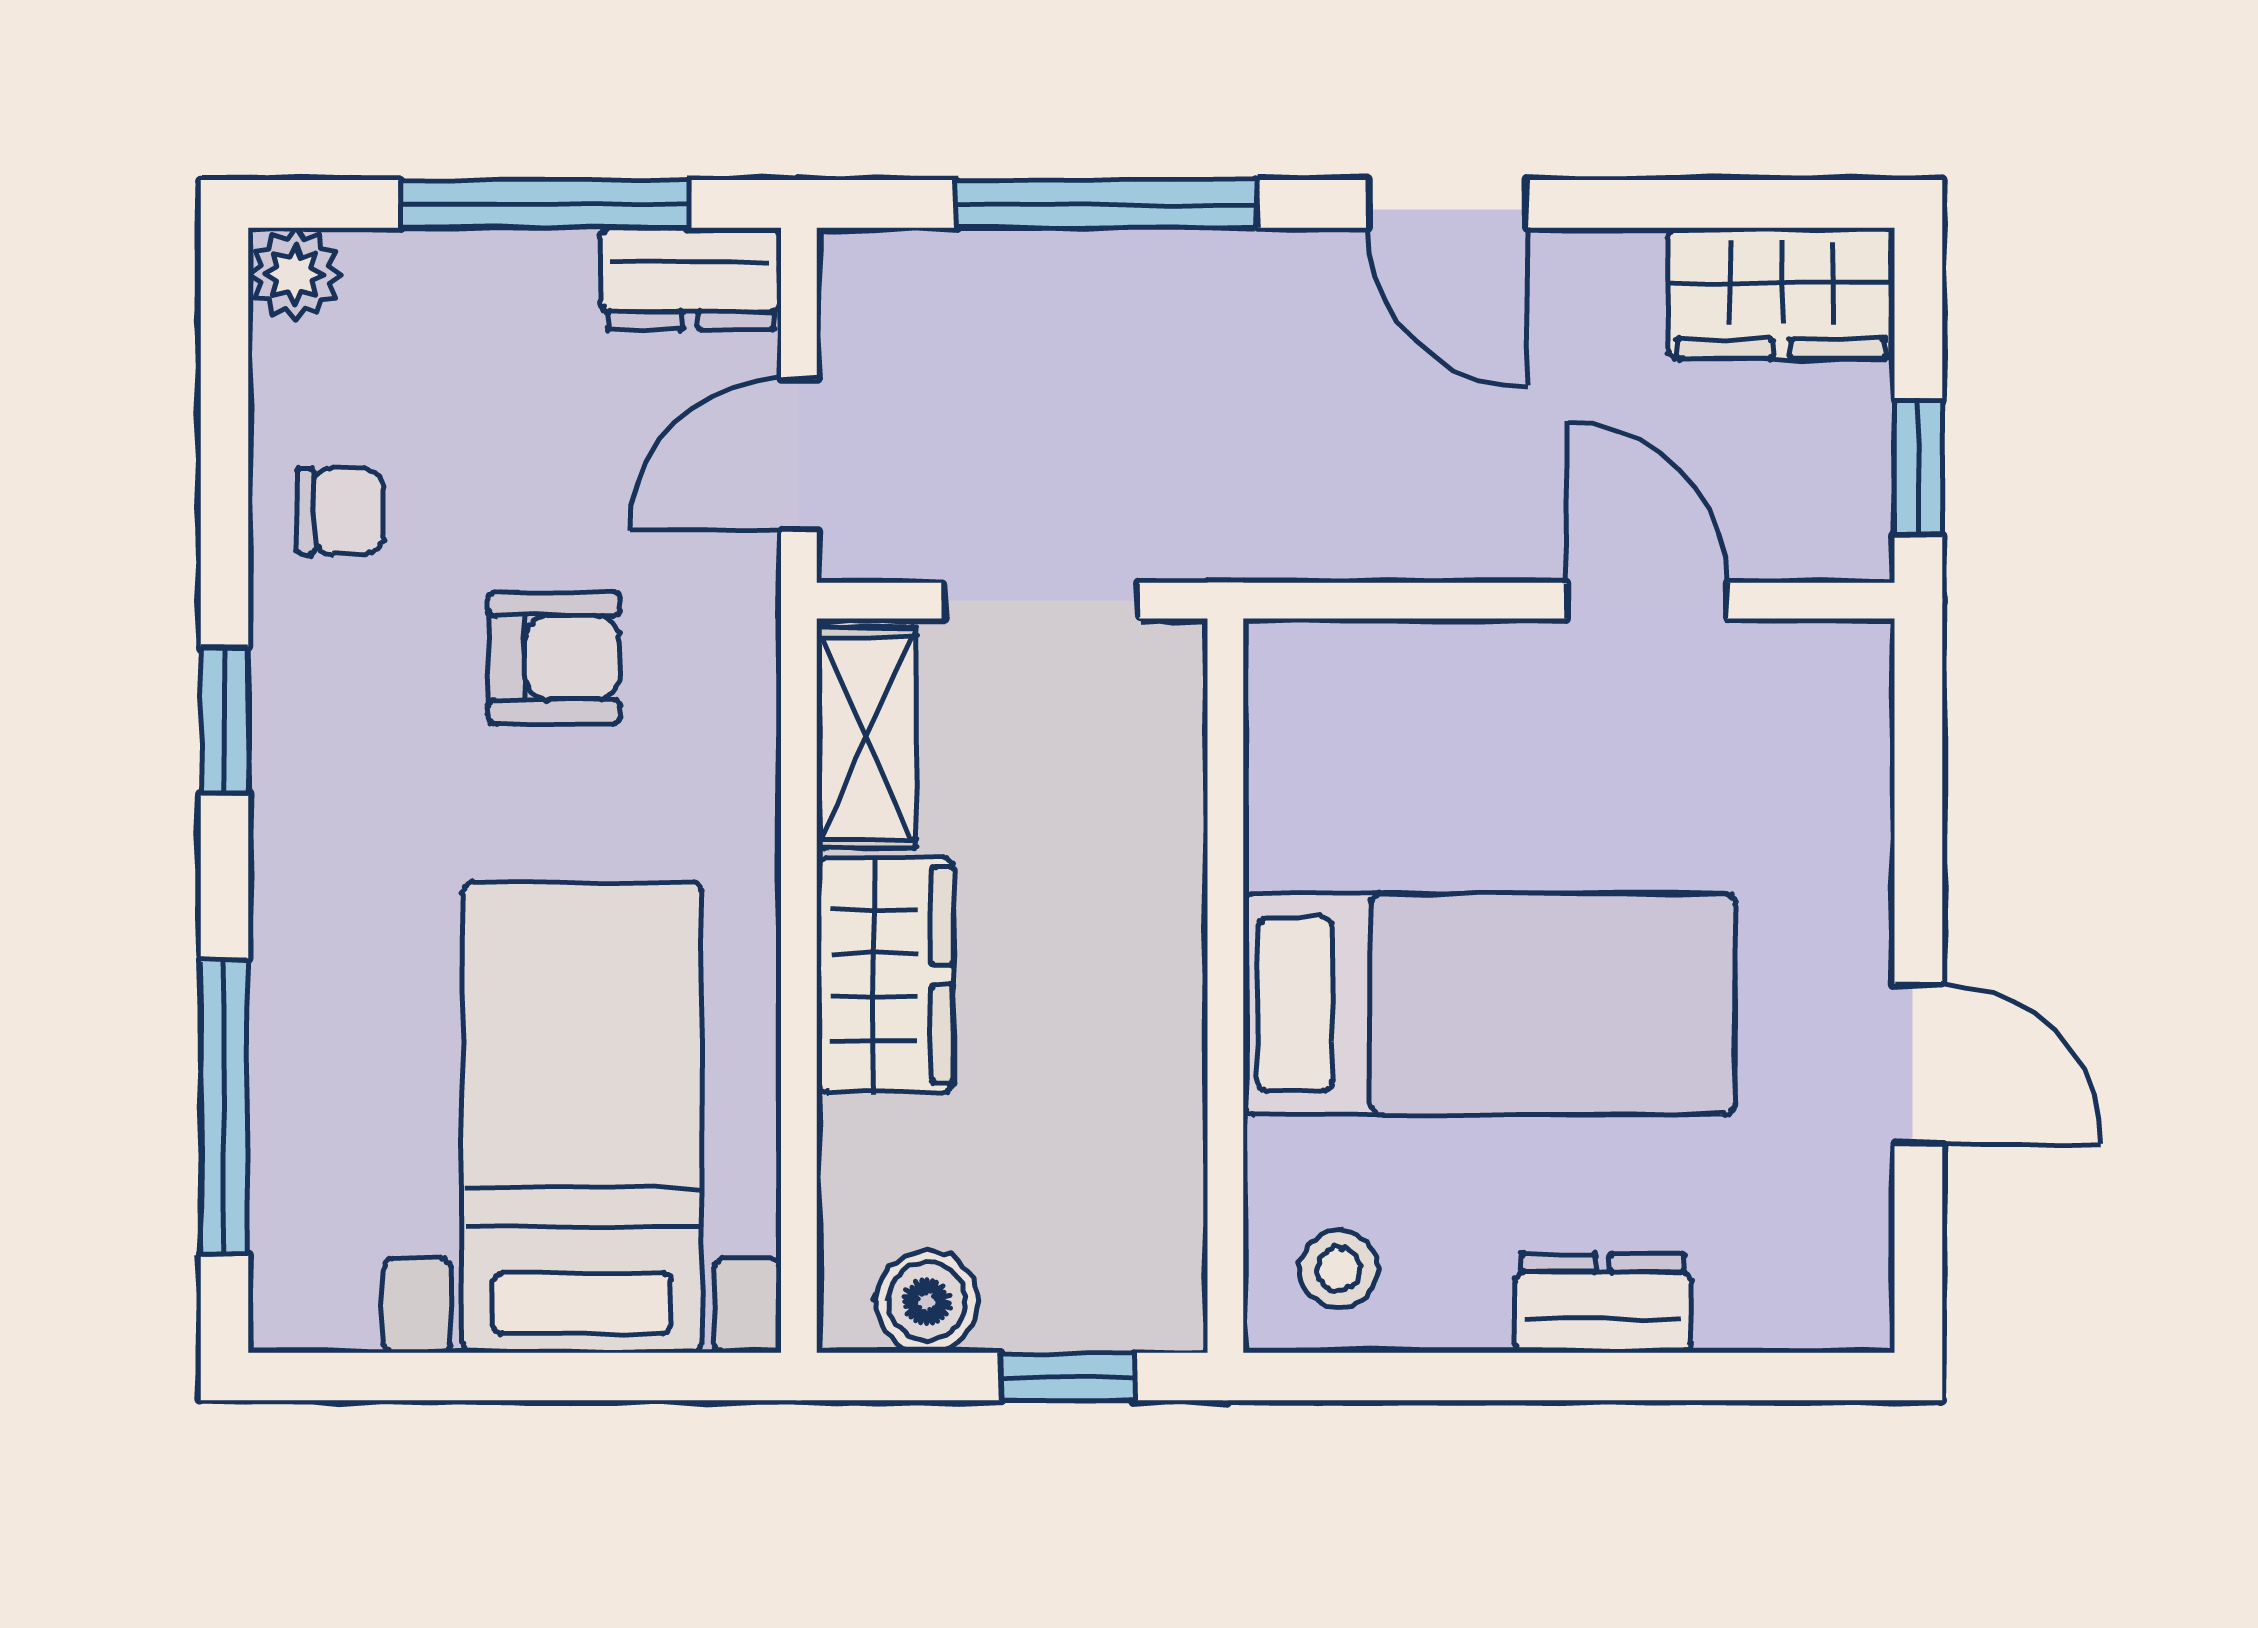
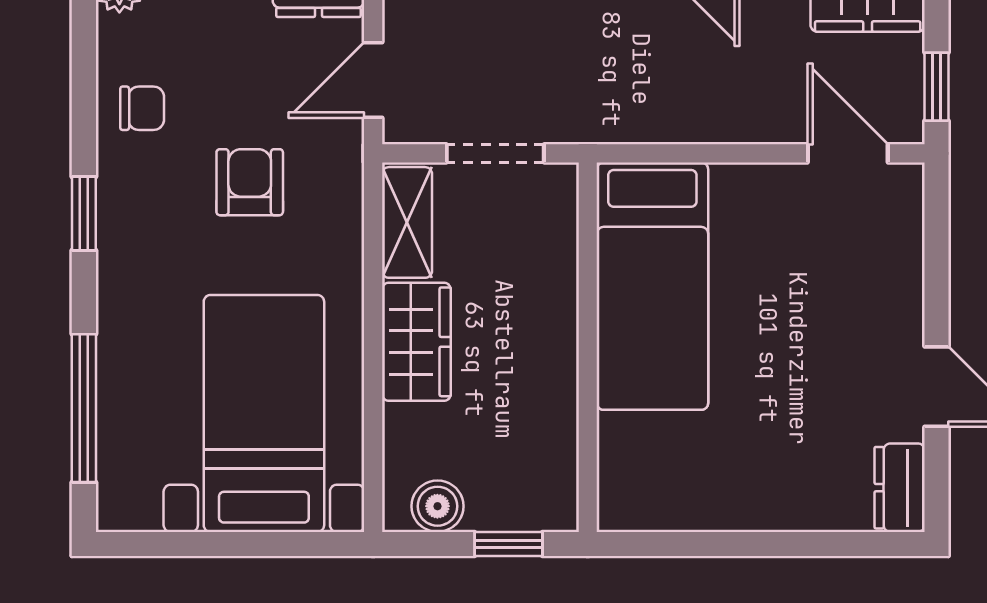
door: (1647, 601) -> (848, 153), moved
armchair: (554, 658) -> (250, 182), turned -90
bed: (1489, 1004) -> (652, 286), moved, turned 90
stool: (1338, 1269) -> (645, 490), removed
dresser: (1603, 1303) -> (900, 488), moved, turned -90

